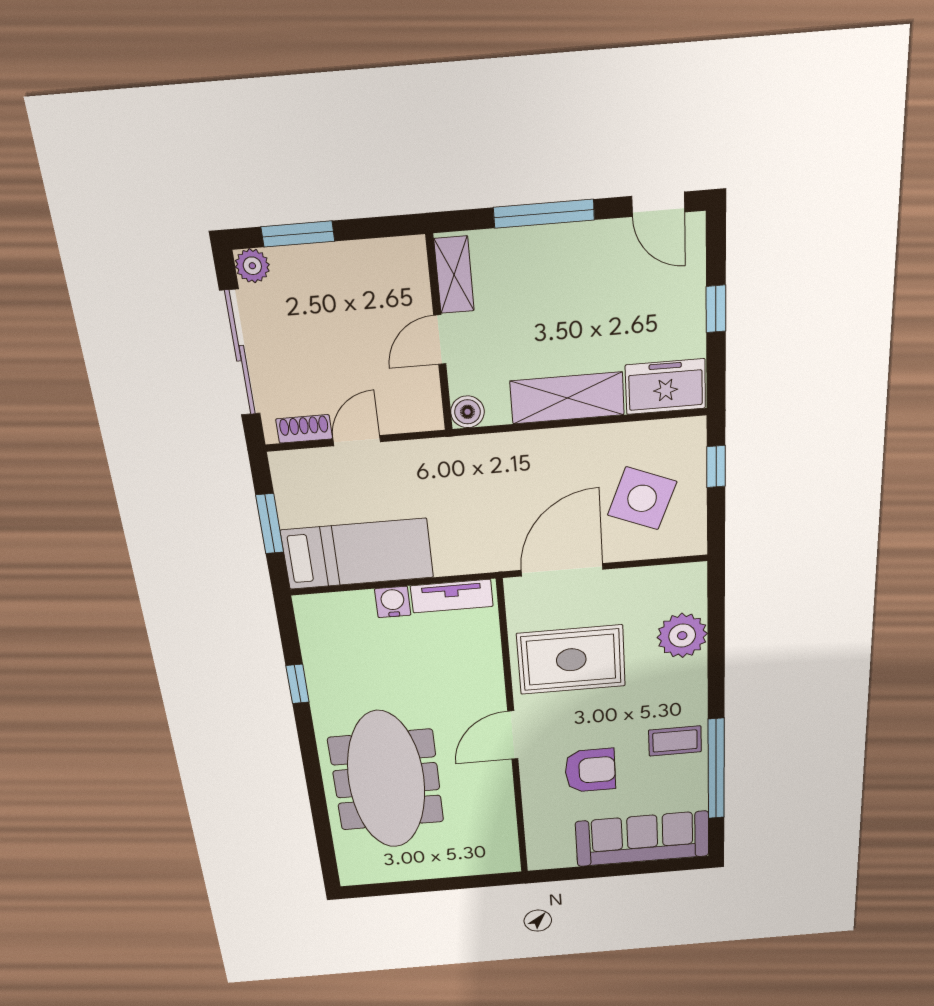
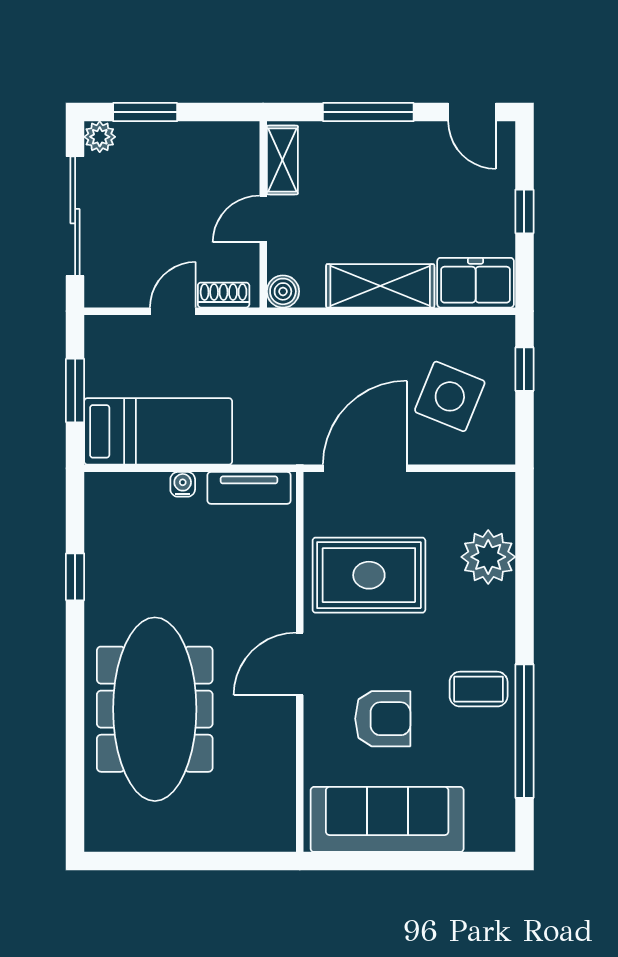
shoe rack: (304, 429) -> (224, 295), moved
water cooler: (393, 602) -> (183, 484), width x0.72, depth x0.72
sofa: (642, 839) -> (387, 819), moved

